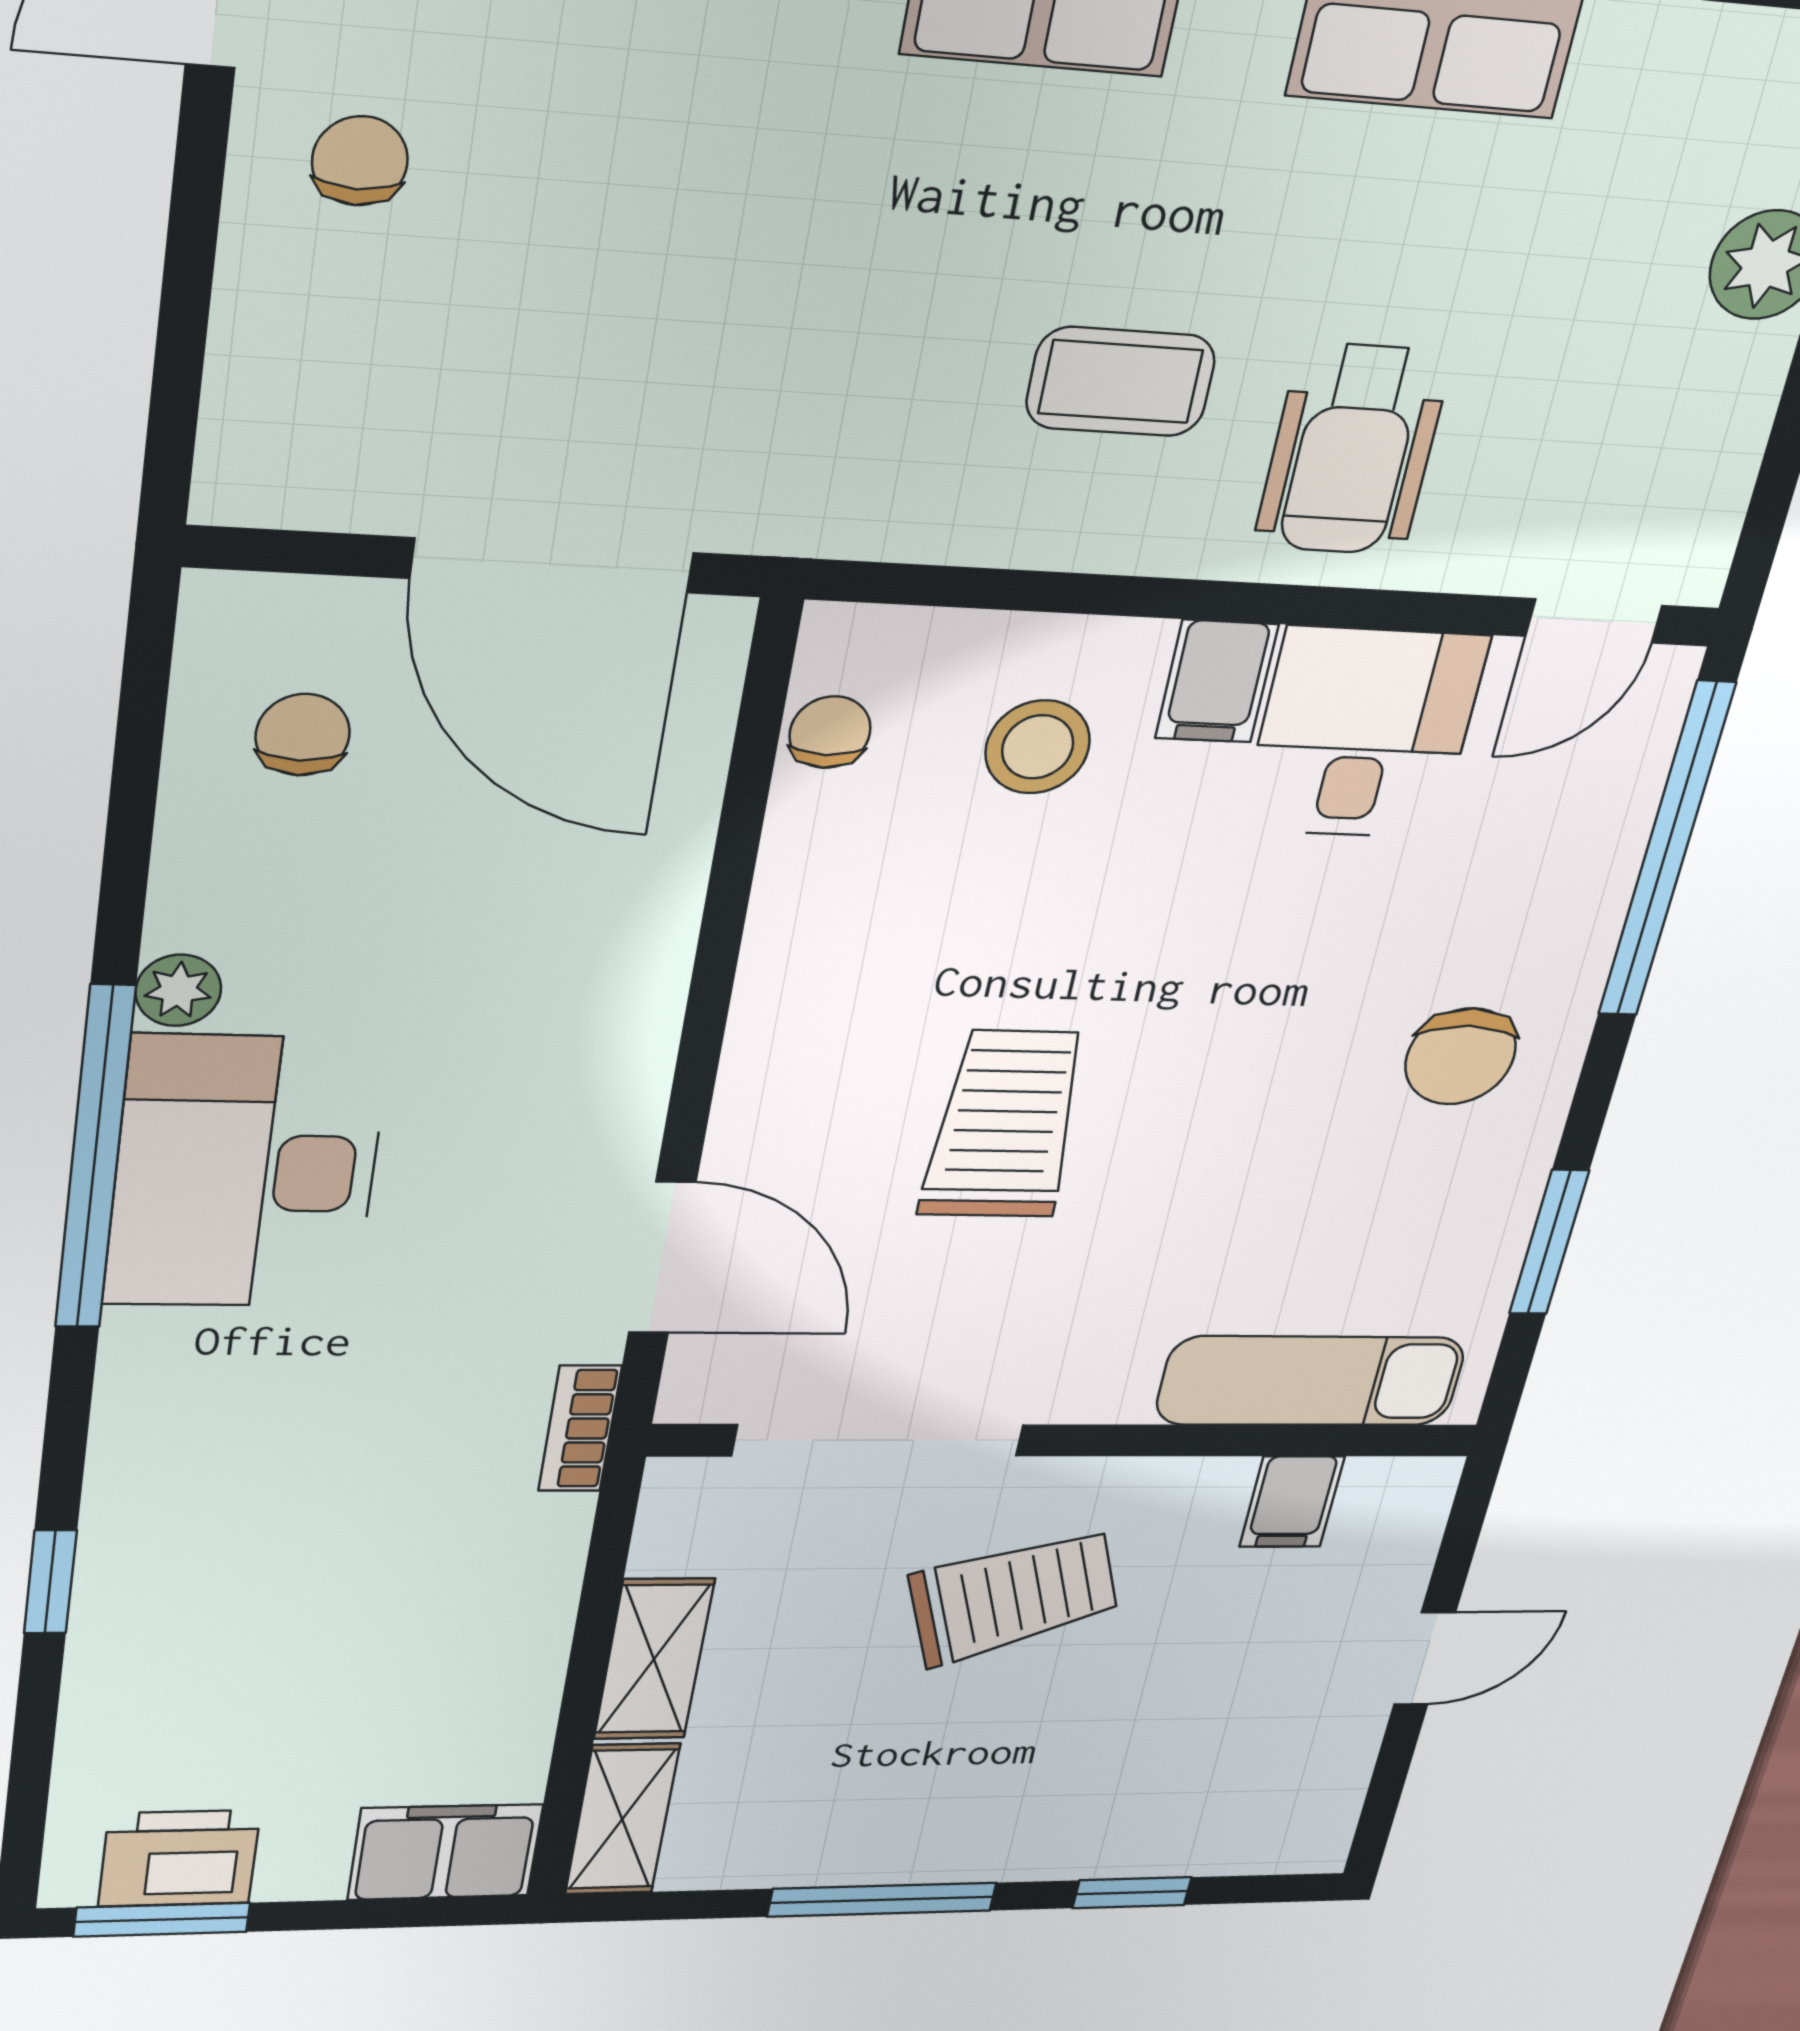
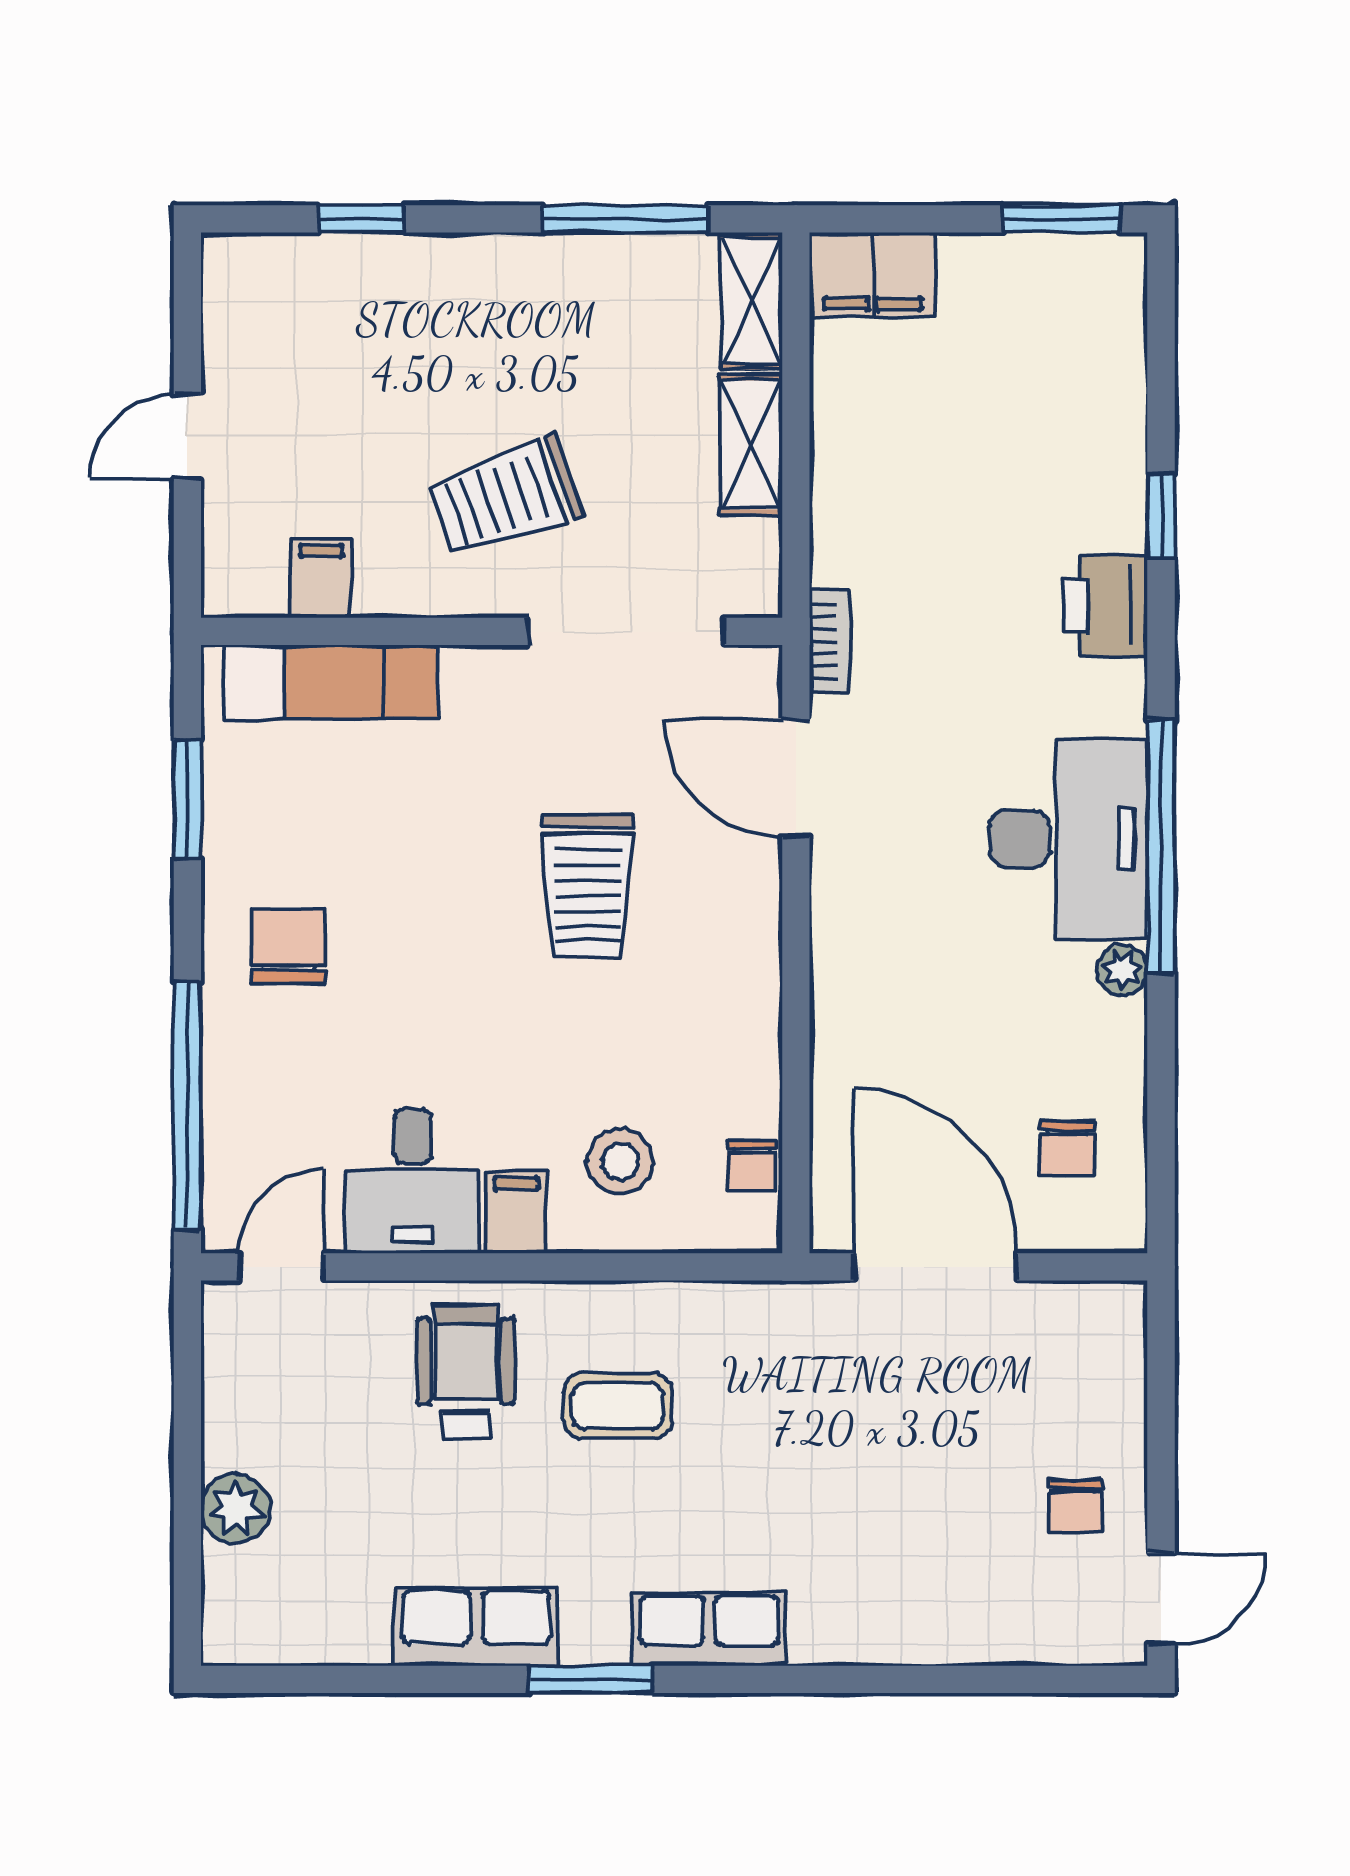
printer: (179, 1858) -> (1105, 605), moved, turned 90
window: (882, 1900) -> (626, 219), moved

